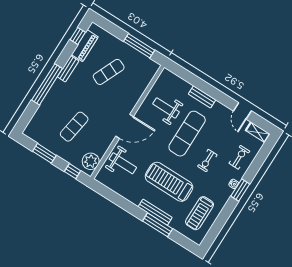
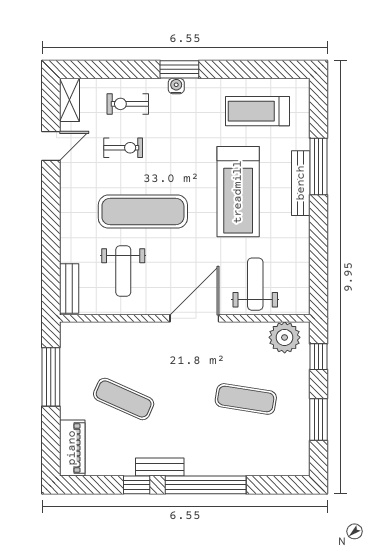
window: (78, 36) -> (137, 485), moved
piano: (85, 46) -> (72, 448), moved, turned 90
bench: (202, 97) -> (69, 289), moved
door: (125, 126) -> (194, 318), hinge flipped
exercise bike: (207, 161) -> (123, 148), moved
treadmill: (200, 213) -> (258, 111), turned 180

